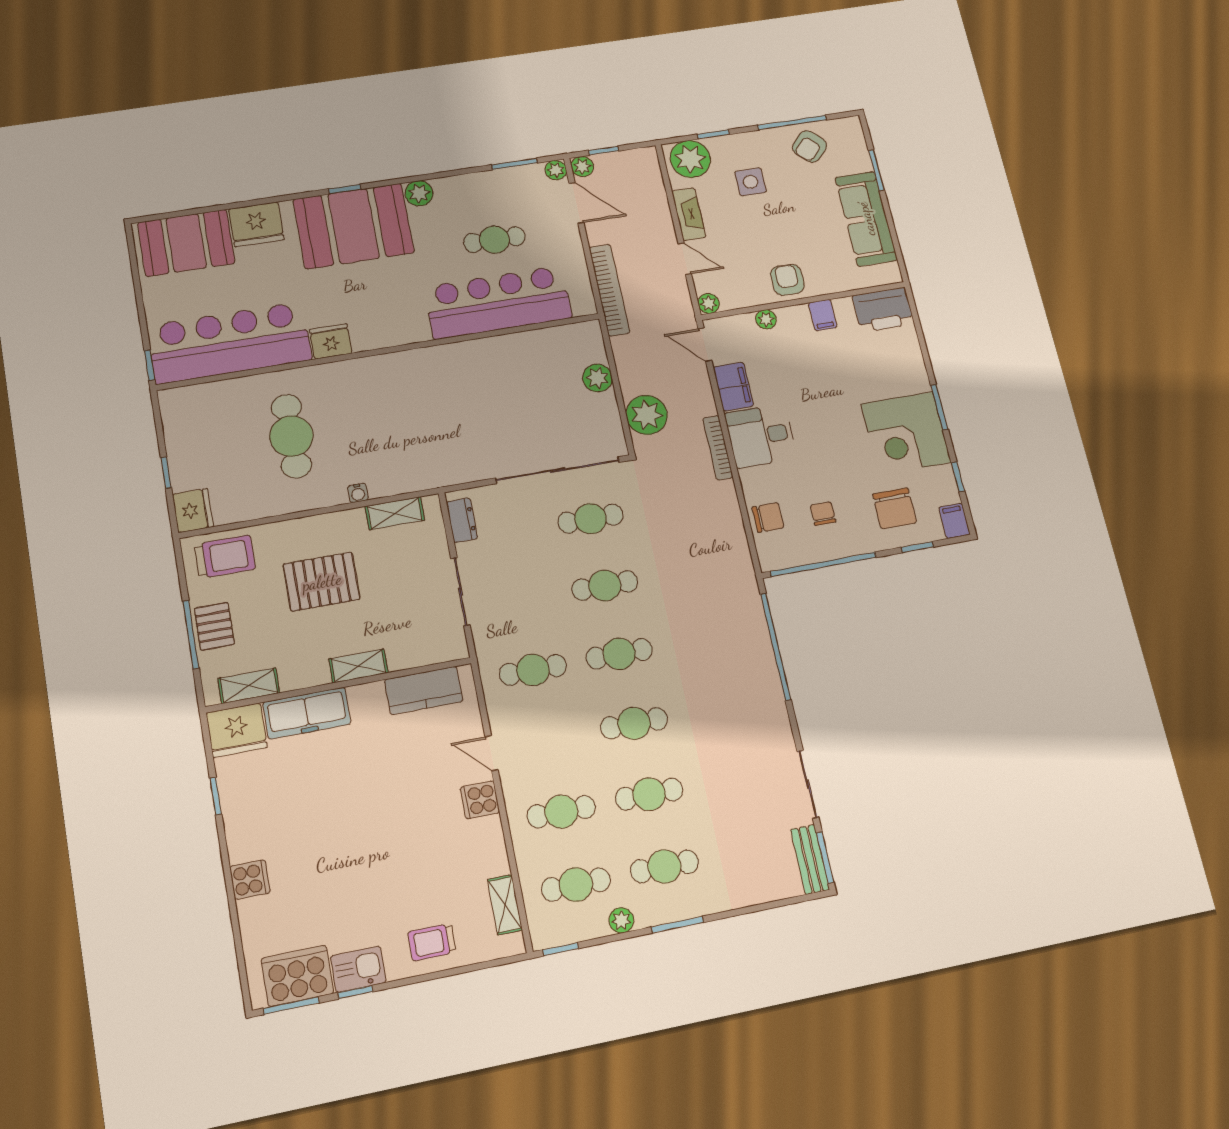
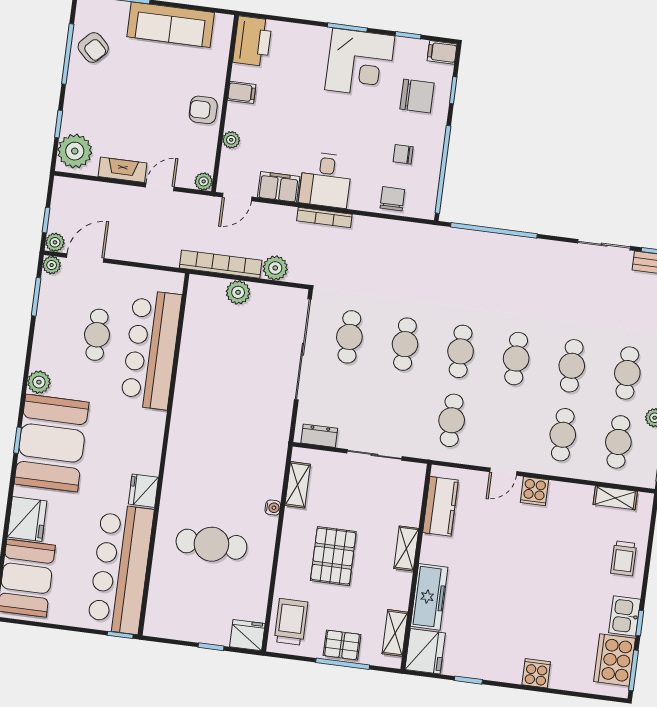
side table: (751, 182) -> (110, 109), removed
bookcase: (609, 290) -> (221, 264), moved
plant: (647, 415) -> (275, 268), width x0.73, depth x0.73

